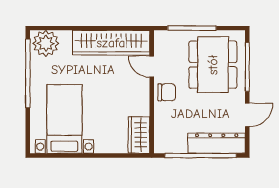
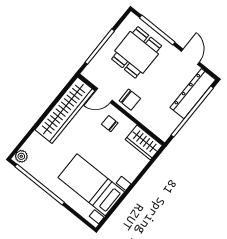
plant: (46, 43) -> (21, 156), width x0.53, depth x0.53
dining table: (213, 65) -> (137, 52), width x0.73
chair: (131, 92) -> (110, 124), added
chair: (167, 92) -> (130, 100), turned 90

